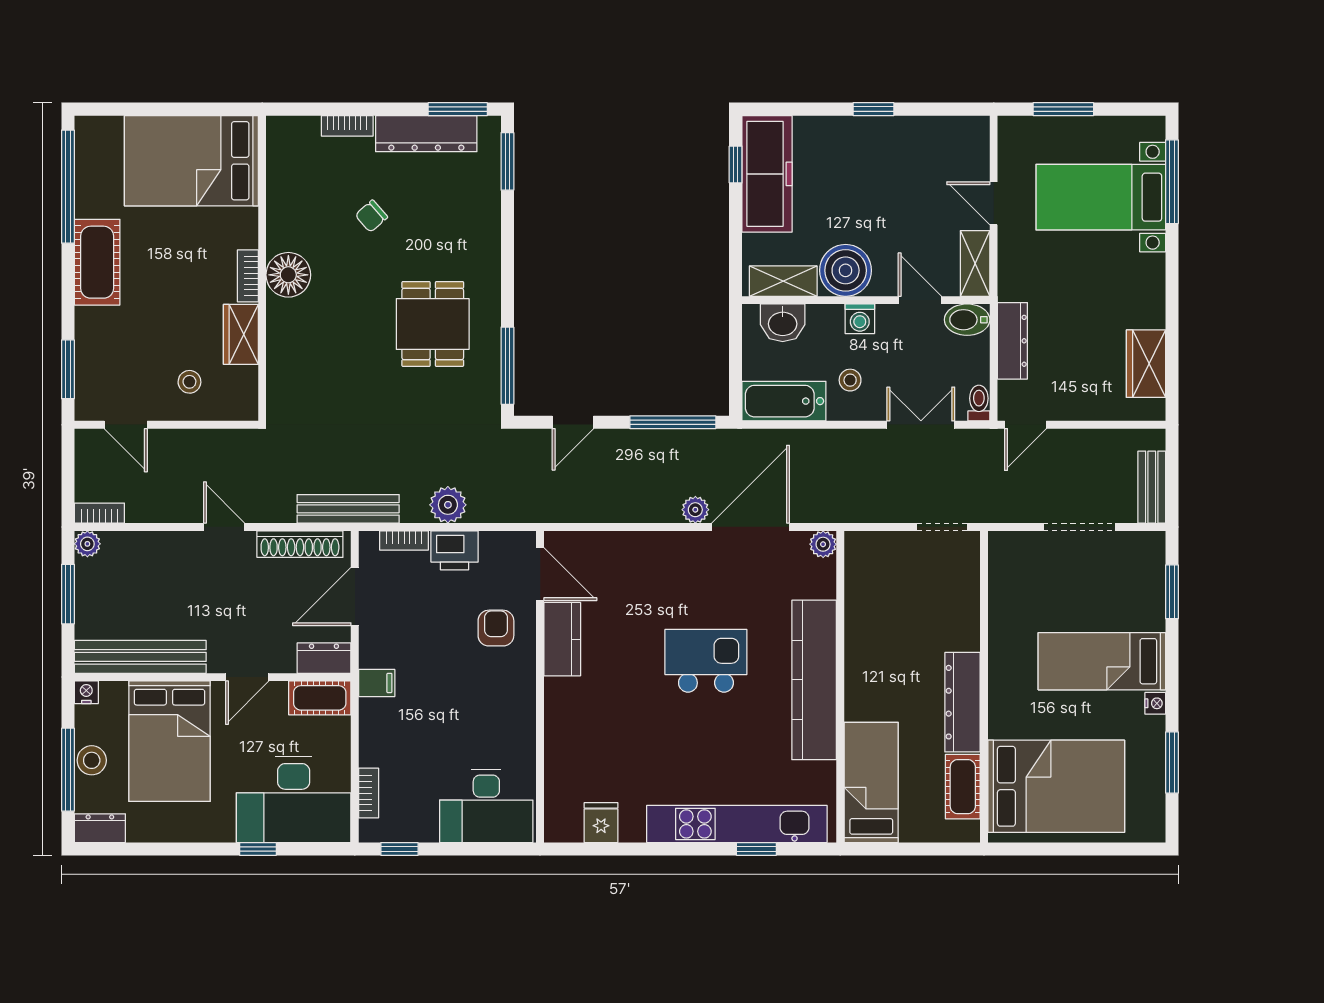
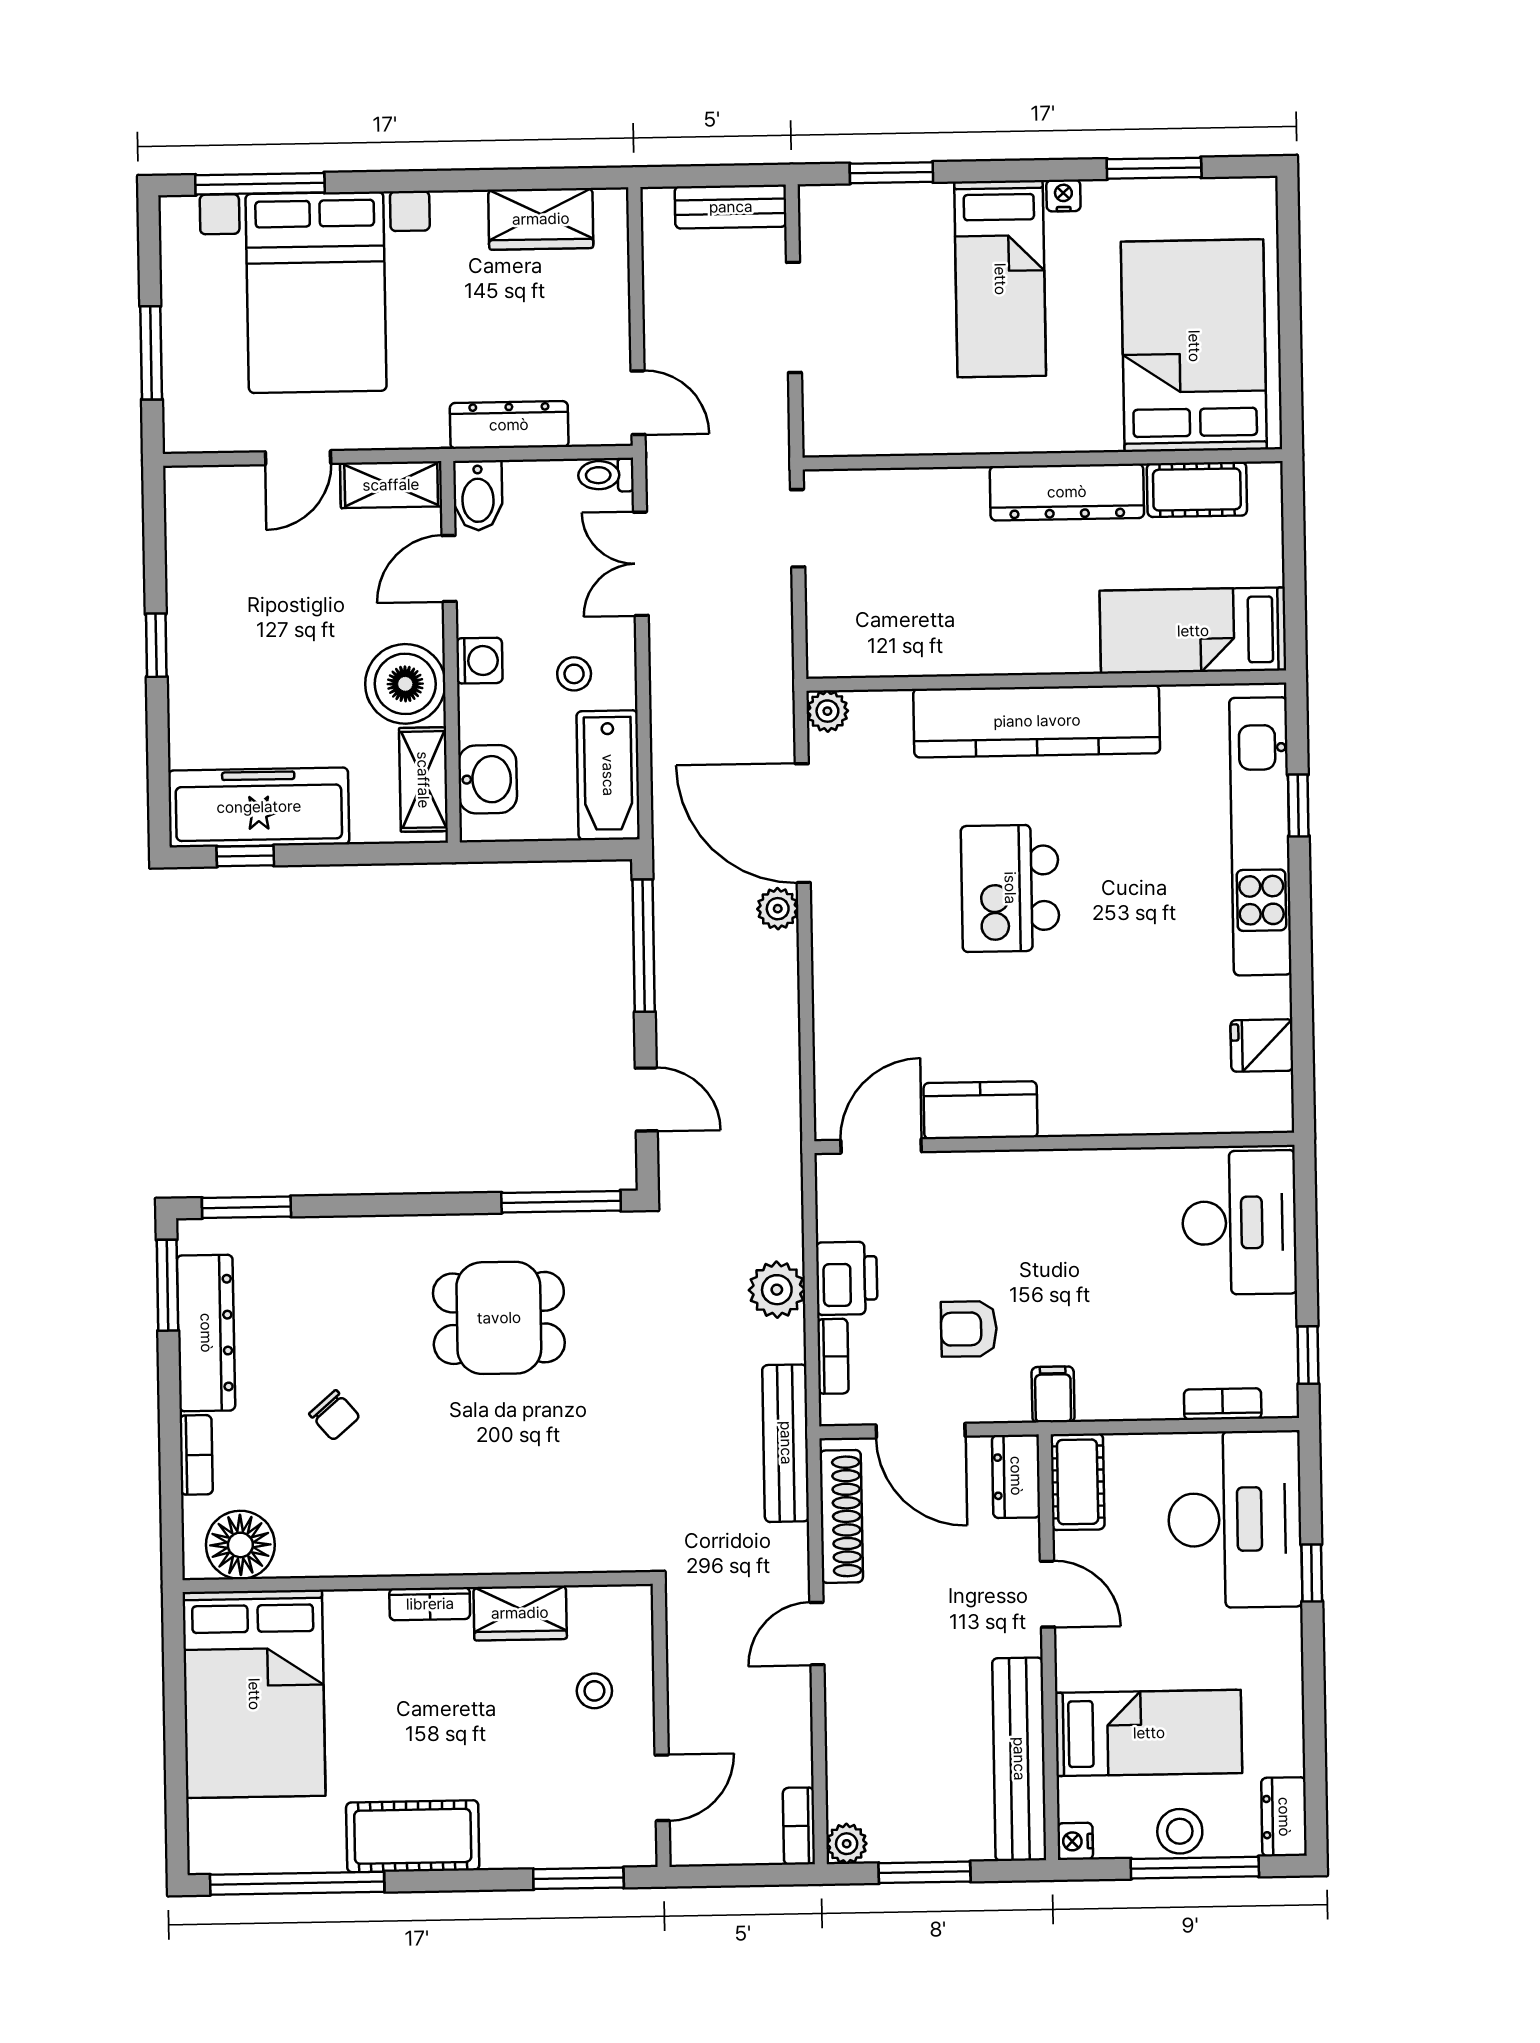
bed with nightstands: (1101, 197) -> (316, 292), width x1.36
floor lamp: (288, 275) -> (240, 1545), moved
armchair: (496, 628) -> (969, 1329), moved
bed: (169, 741) -> (1149, 1733), width x0.67

